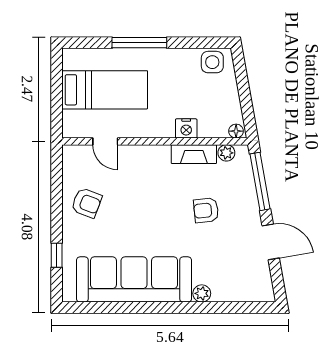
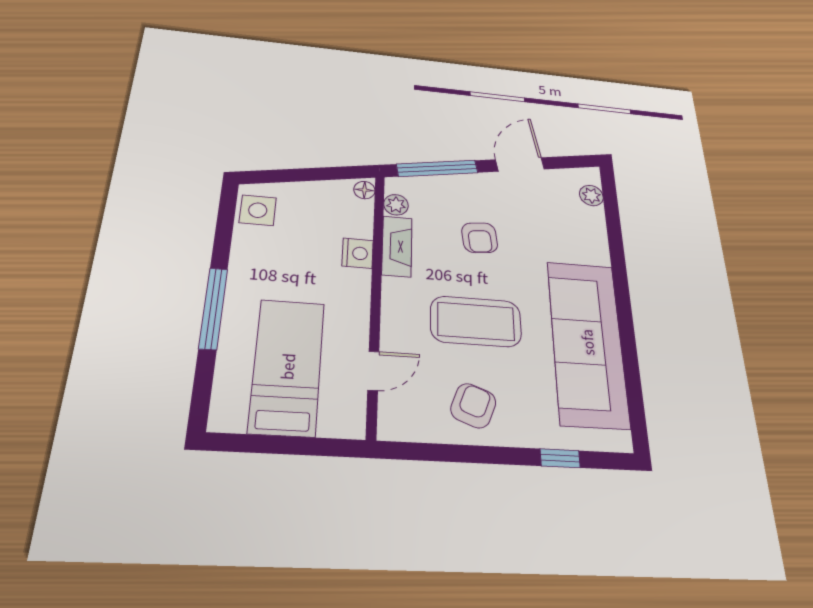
coffee table: (143, 206) -> (476, 321), added
plant: (202, 293) -> (591, 196), moved

